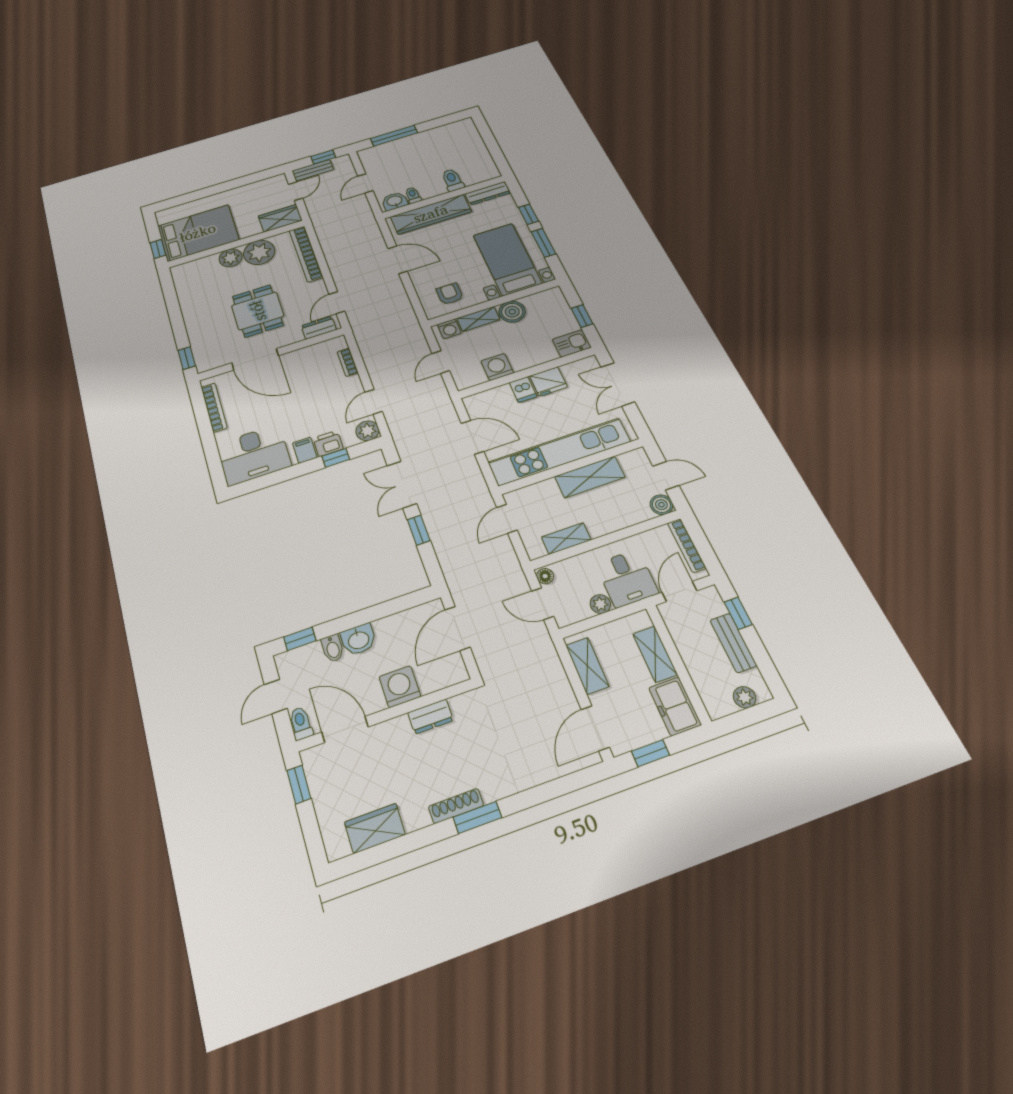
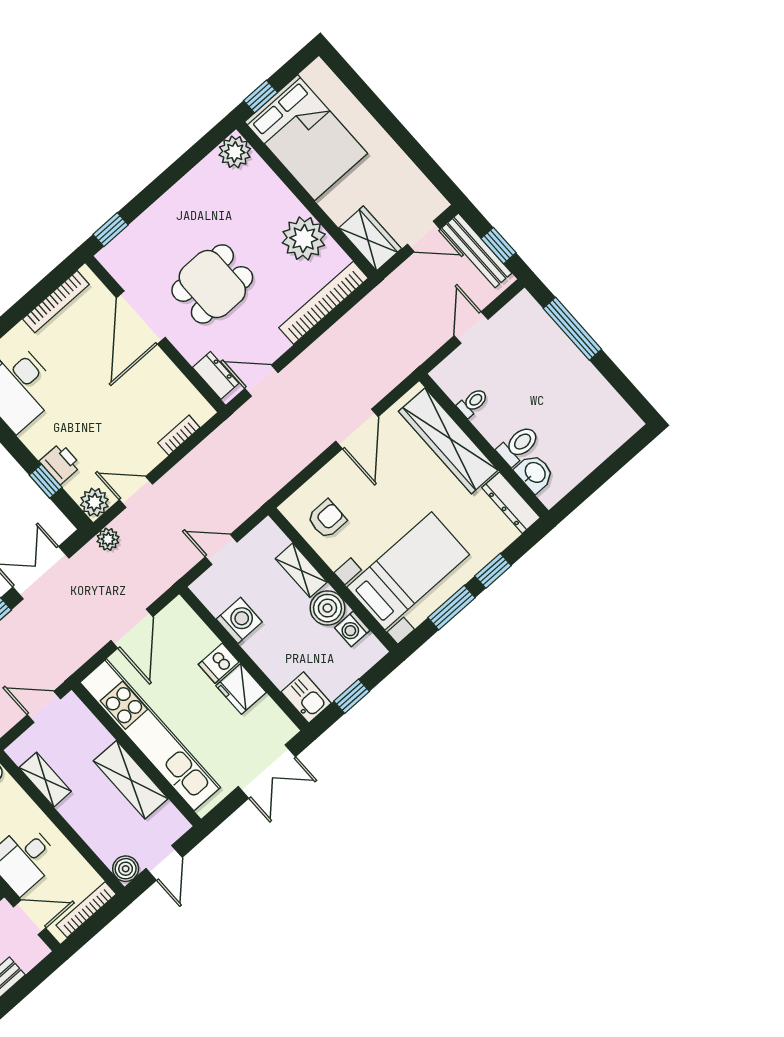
bench: (313, 170) -> (477, 250), width x1.36
door: (365, 183) -> (471, 328), hinge flipped
washbasin: (395, 201) -> (535, 473), moved
plant: (231, 258) -> (235, 152), moved
washing machine: (449, 329) -> (352, 629), moved
double door: (618, 384) -> (267, 771), swing flipped
plant: (399, 431) -> (108, 539), added
filing cabinet: (305, 450) -> (41, 440), removed
window: (738, 613) -> (28, 983), removed

